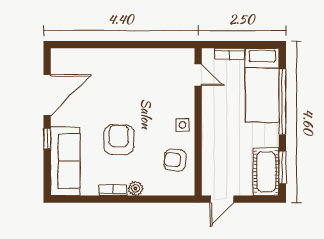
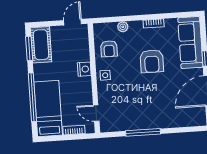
window: (137, 45) -> (143, 132), added
nightstand: (210, 135) -> (84, 69), added
armchair: (175, 160) -> (109, 49), turned 84
plant: (135, 188) -> (123, 27), moved

